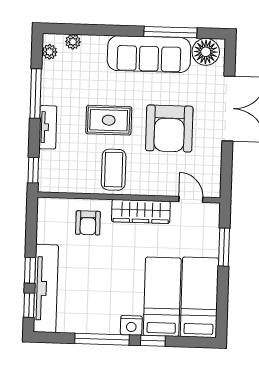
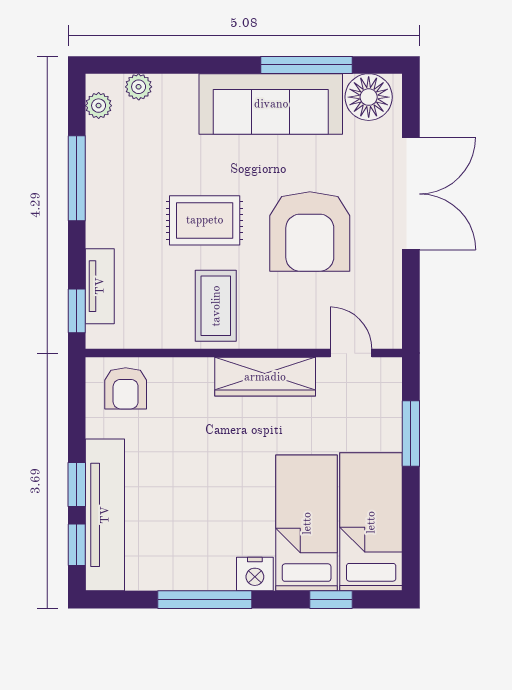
tv unit: (48, 127) -> (100, 286), moved
armchair: (88, 223) -> (126, 388), moved
window: (153, 341) -> (331, 600), moved

